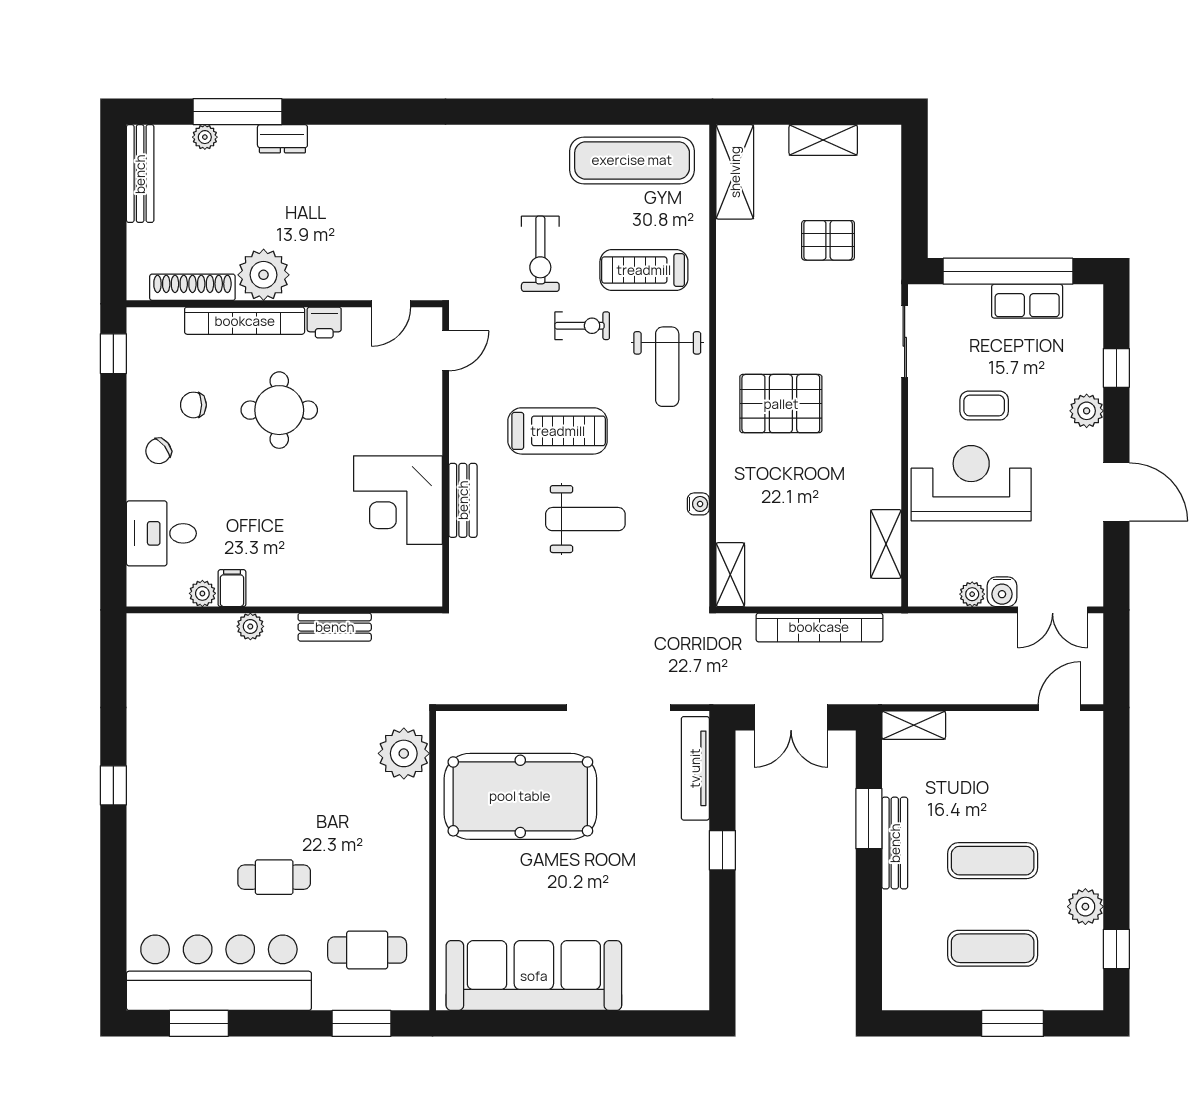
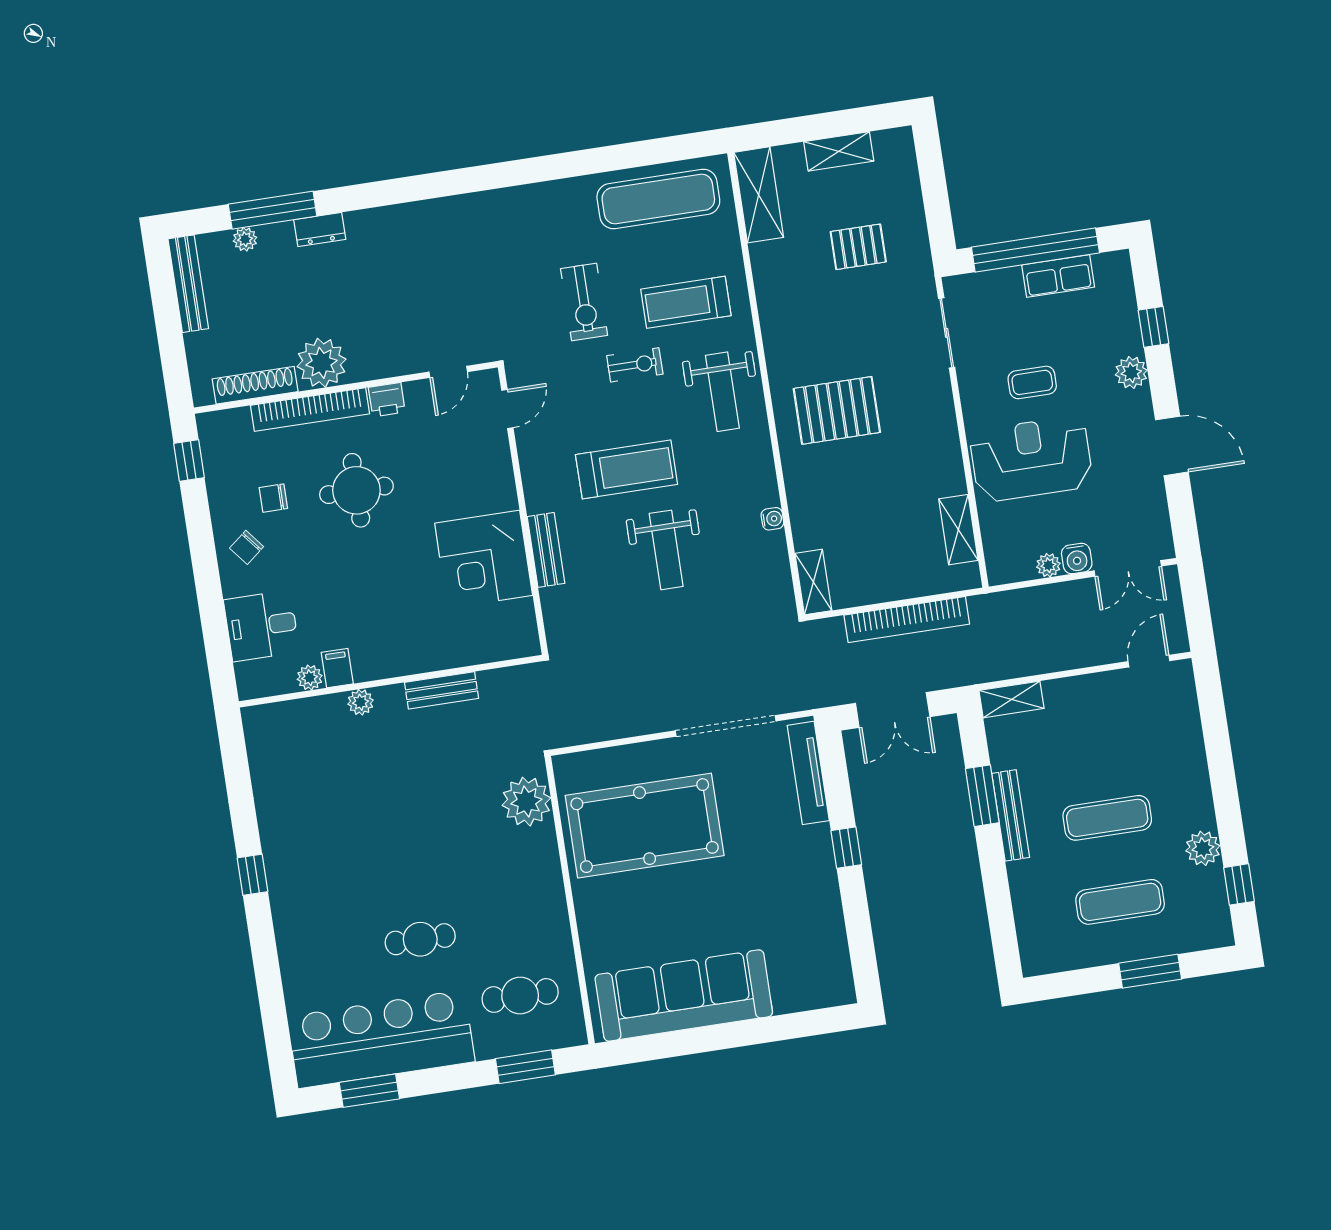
weight bench: (585, 519) -> (666, 550), turned 90

